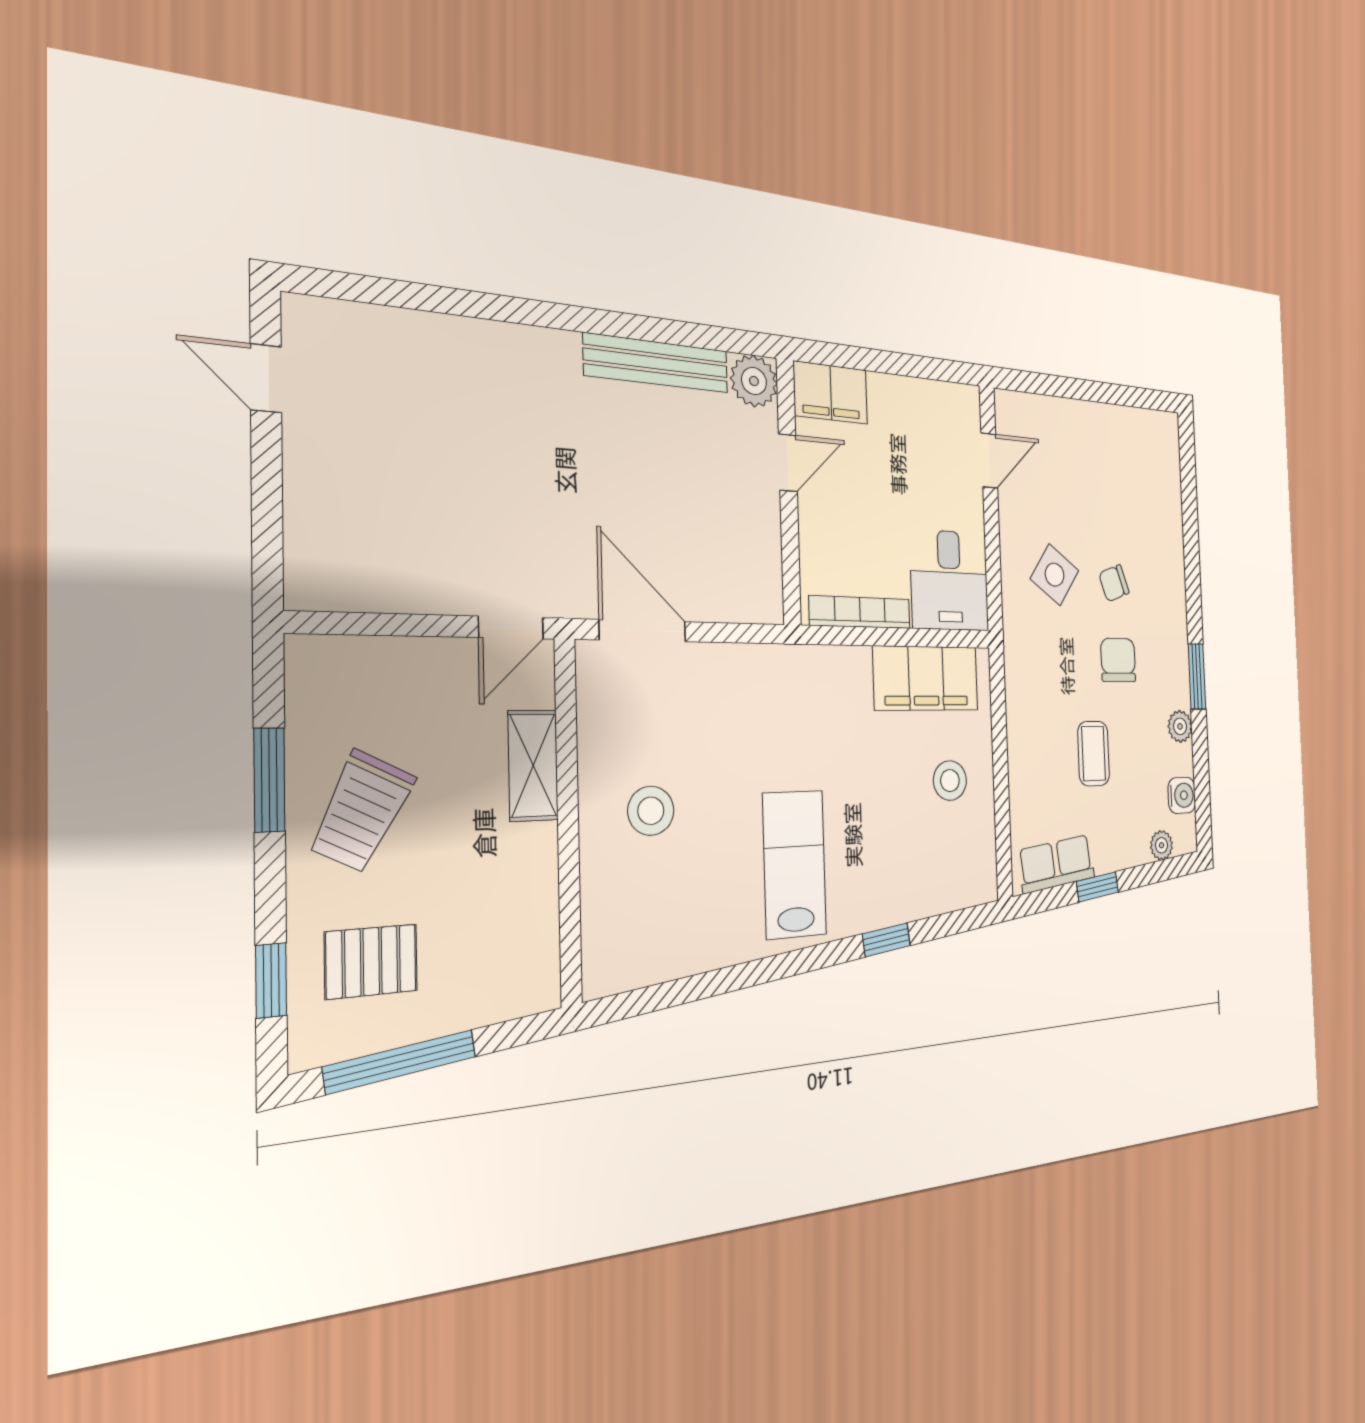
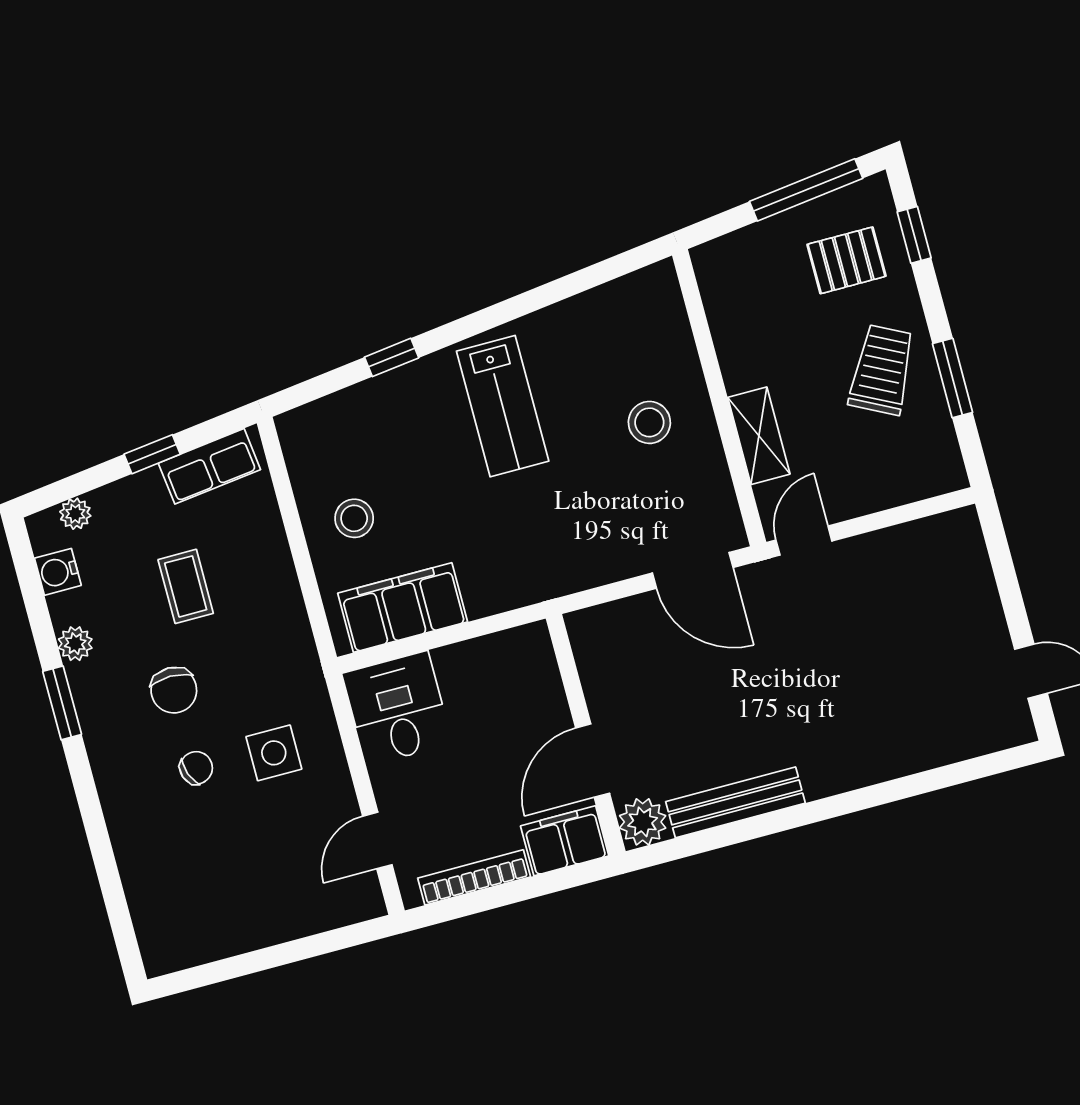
door: (788, 463) -> (593, 761), width x1.37
side table: (1055, 575) -> (274, 753), turned -35
bookcase: (860, 612) -> (474, 877), moved, turned 180

